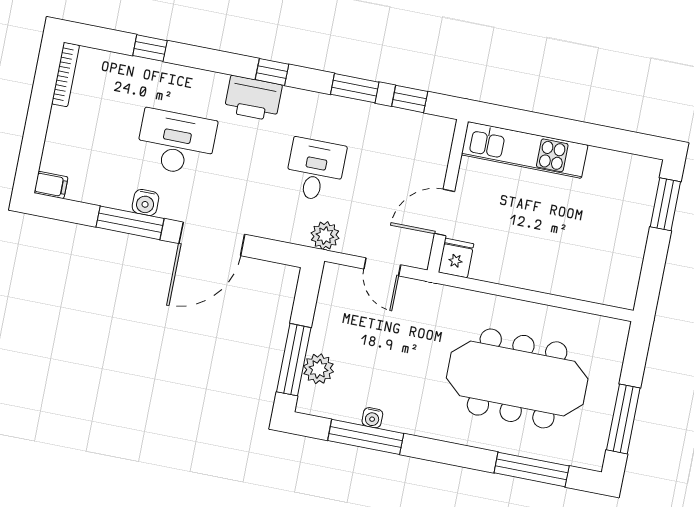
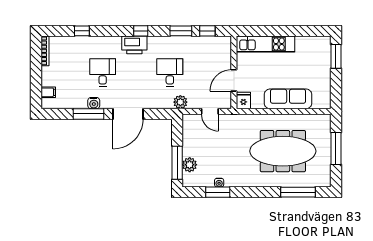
desk: (176, 143) -> (103, 72), width x0.73
filing cabinet: (51, 185) -> (48, 92), moved
sofa: (549, 273) -> (288, 99), added
window: (623, 419) -> (336, 149), moved
window: (366, 437) -> (218, 192), width x0.69

